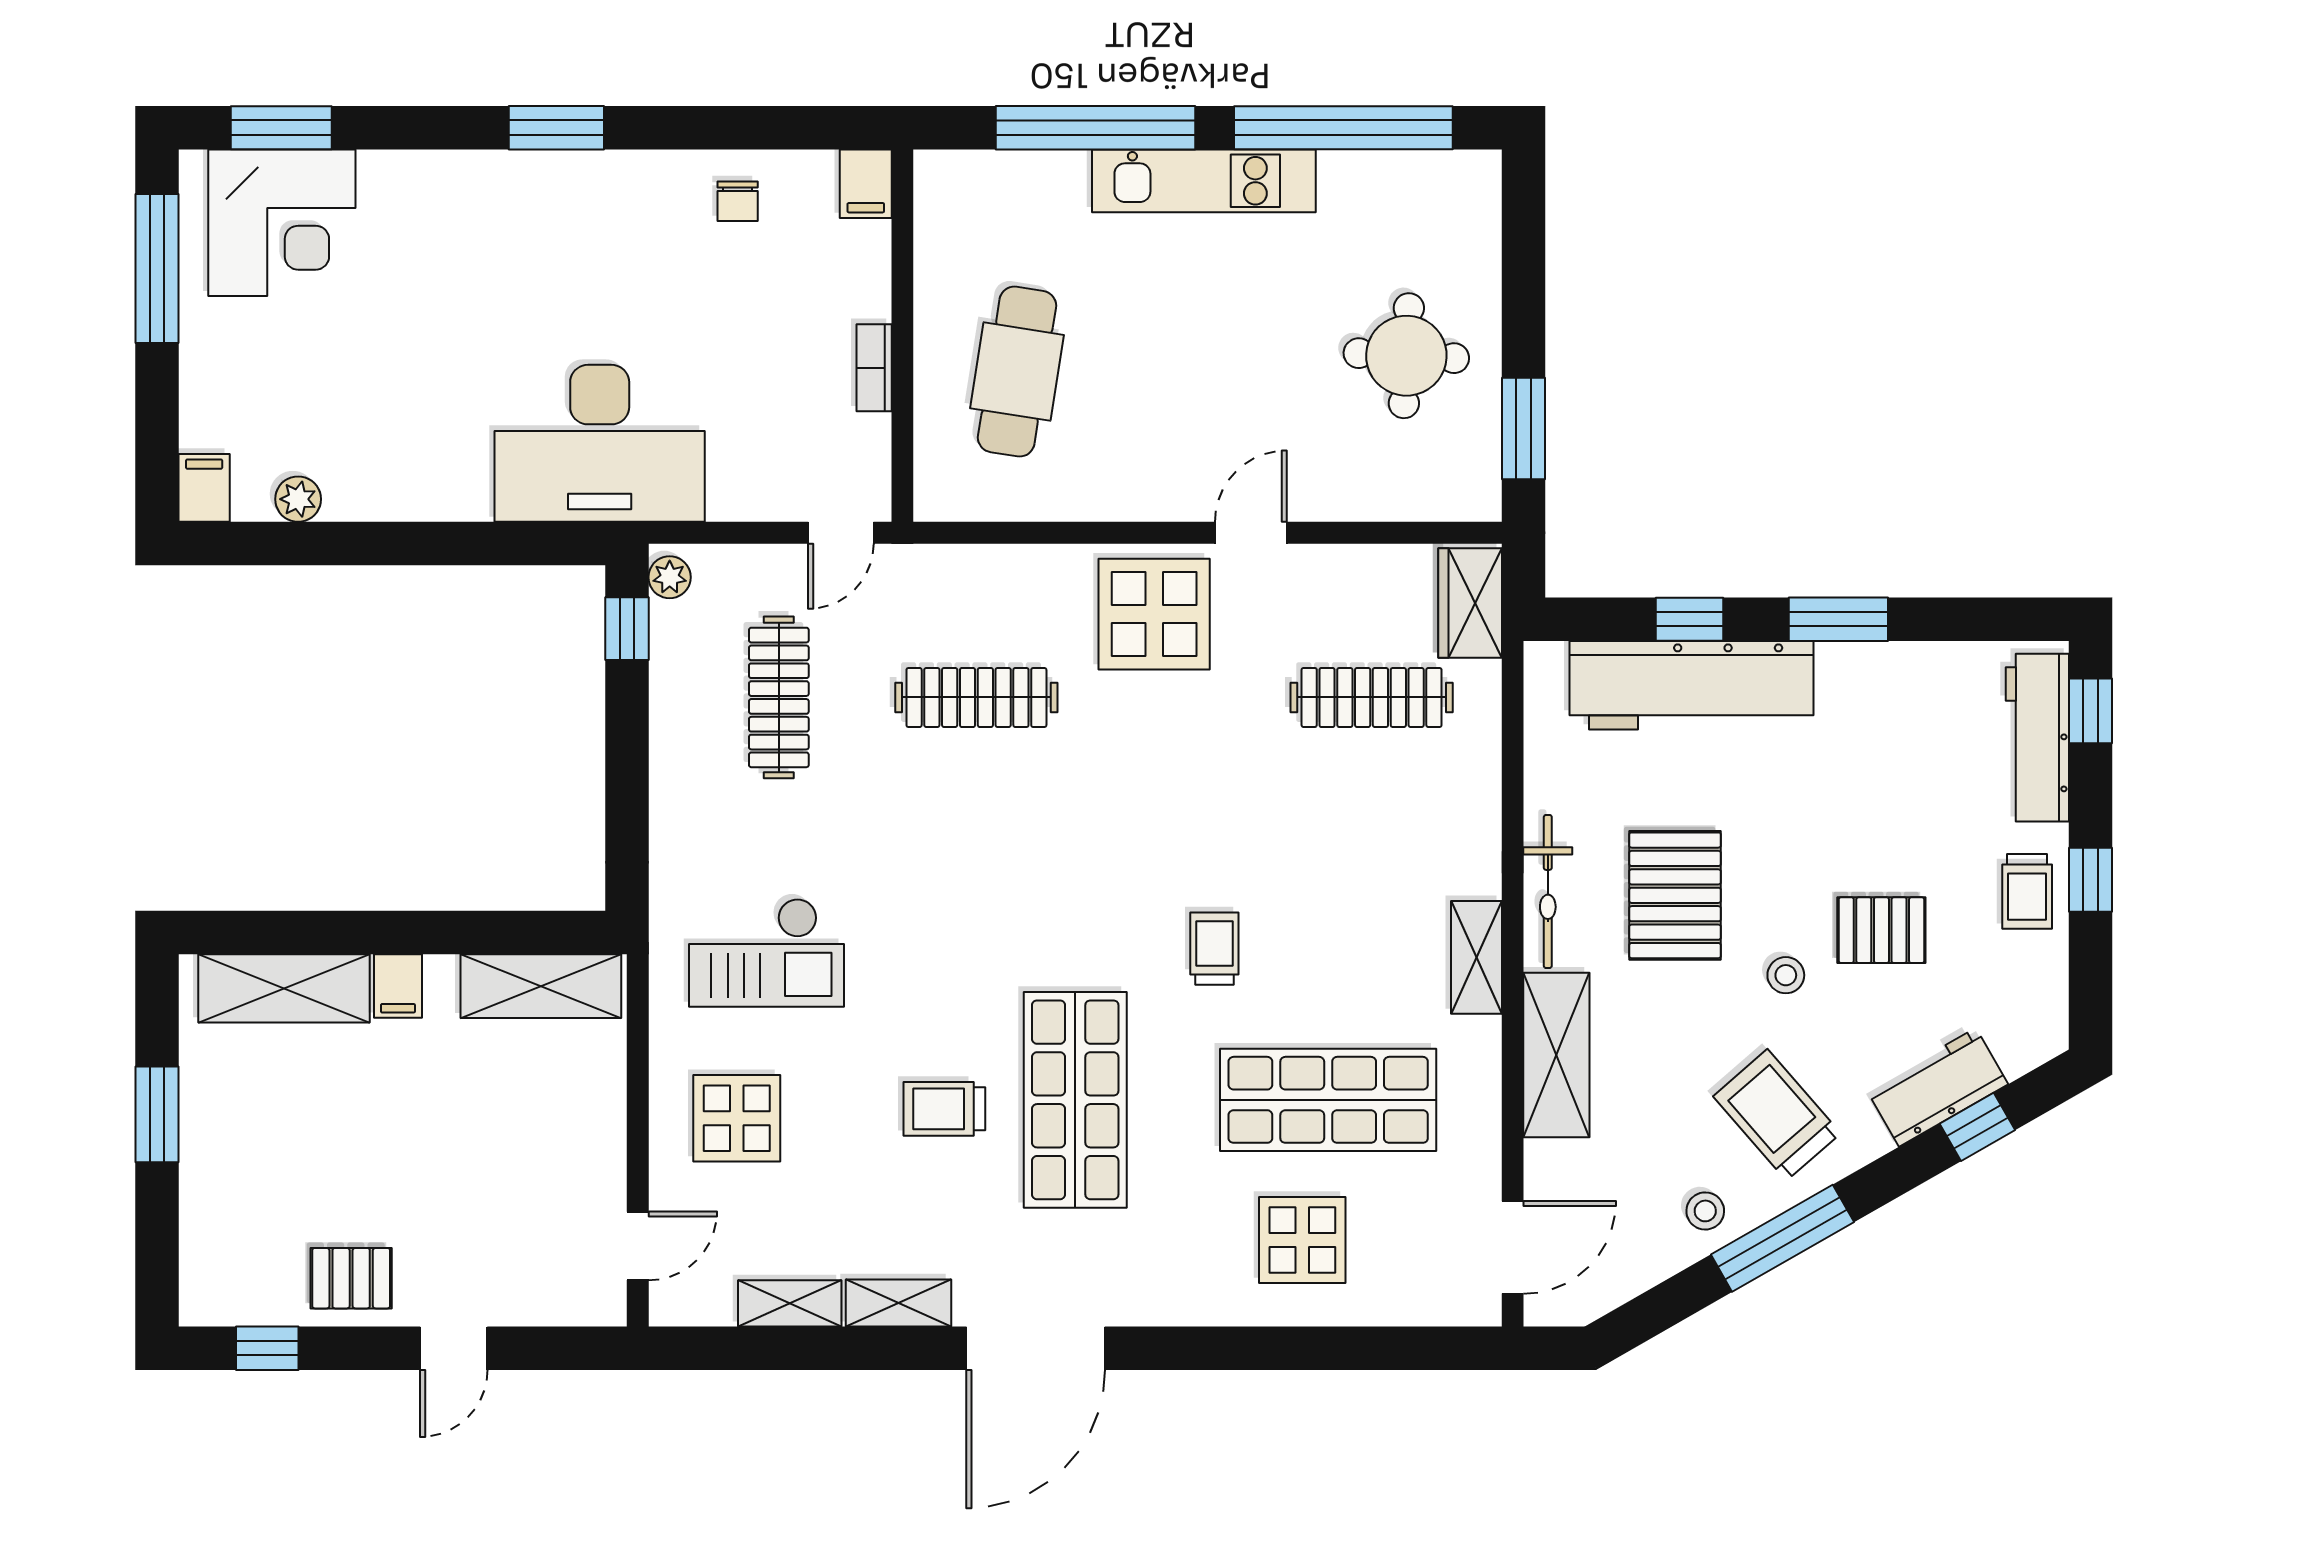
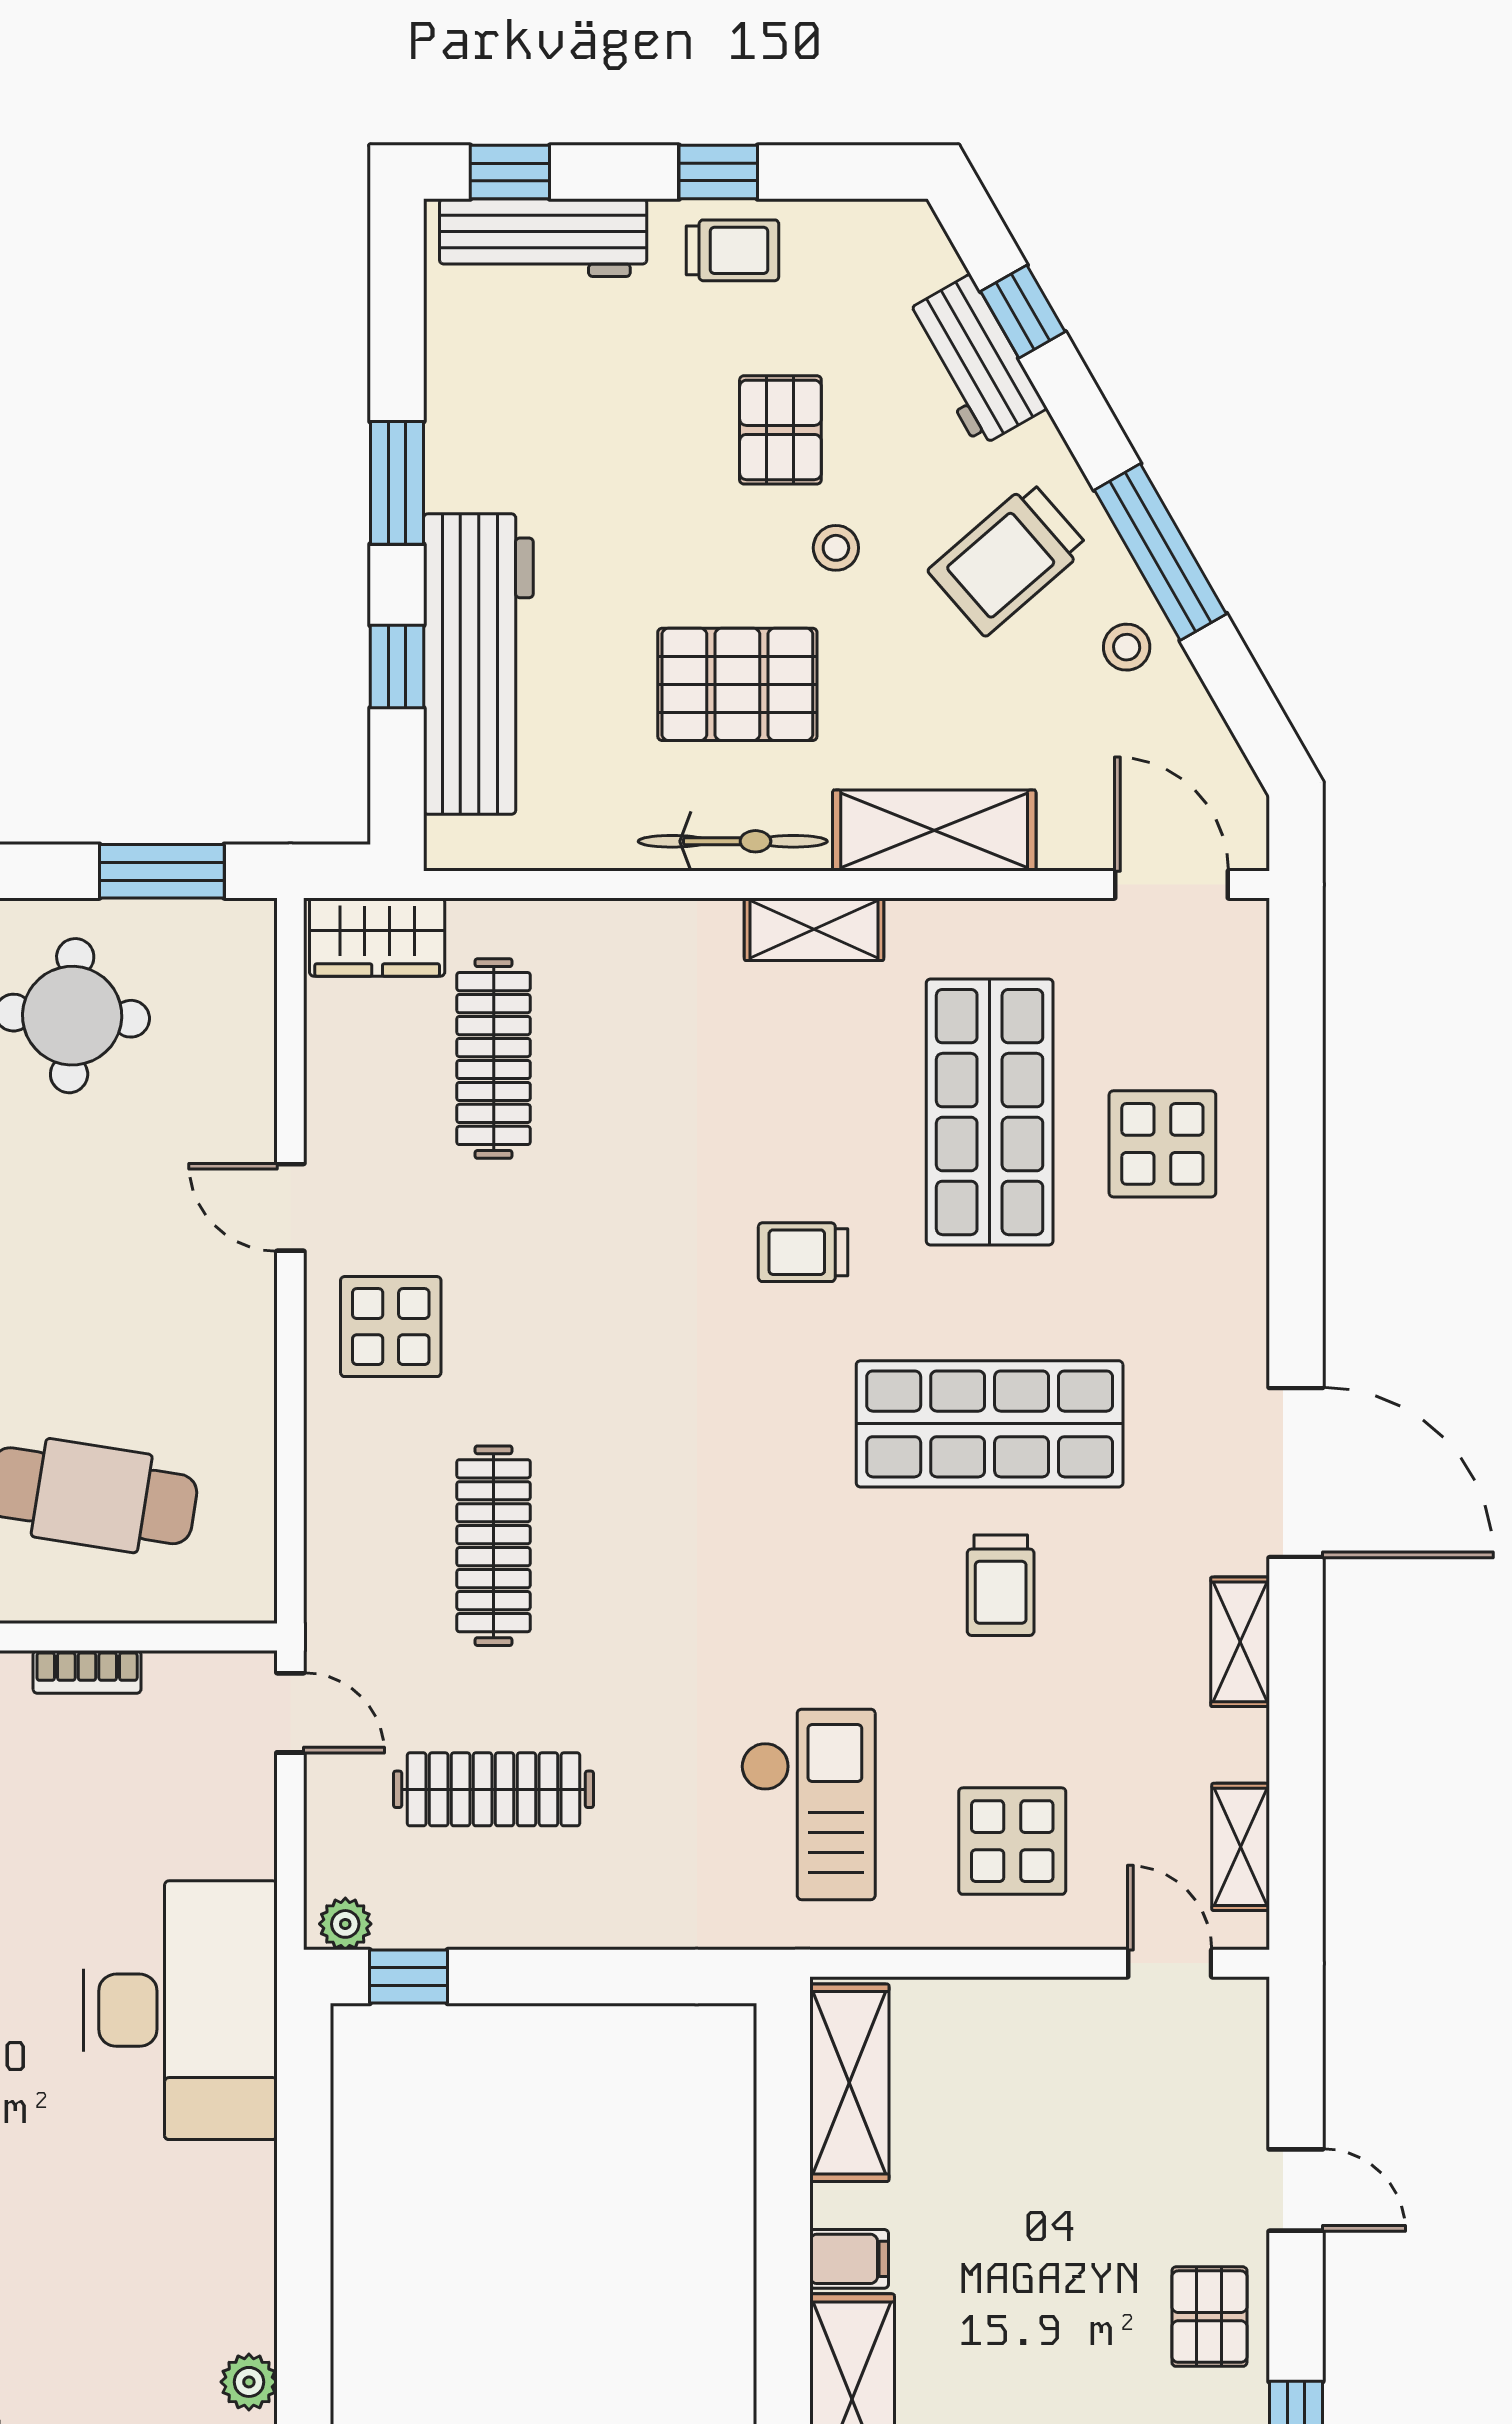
display table: (1154, 614) -> (391, 1327), width x0.73, depth x0.73
shelving: (790, 1303) -> (1241, 1847), moved

